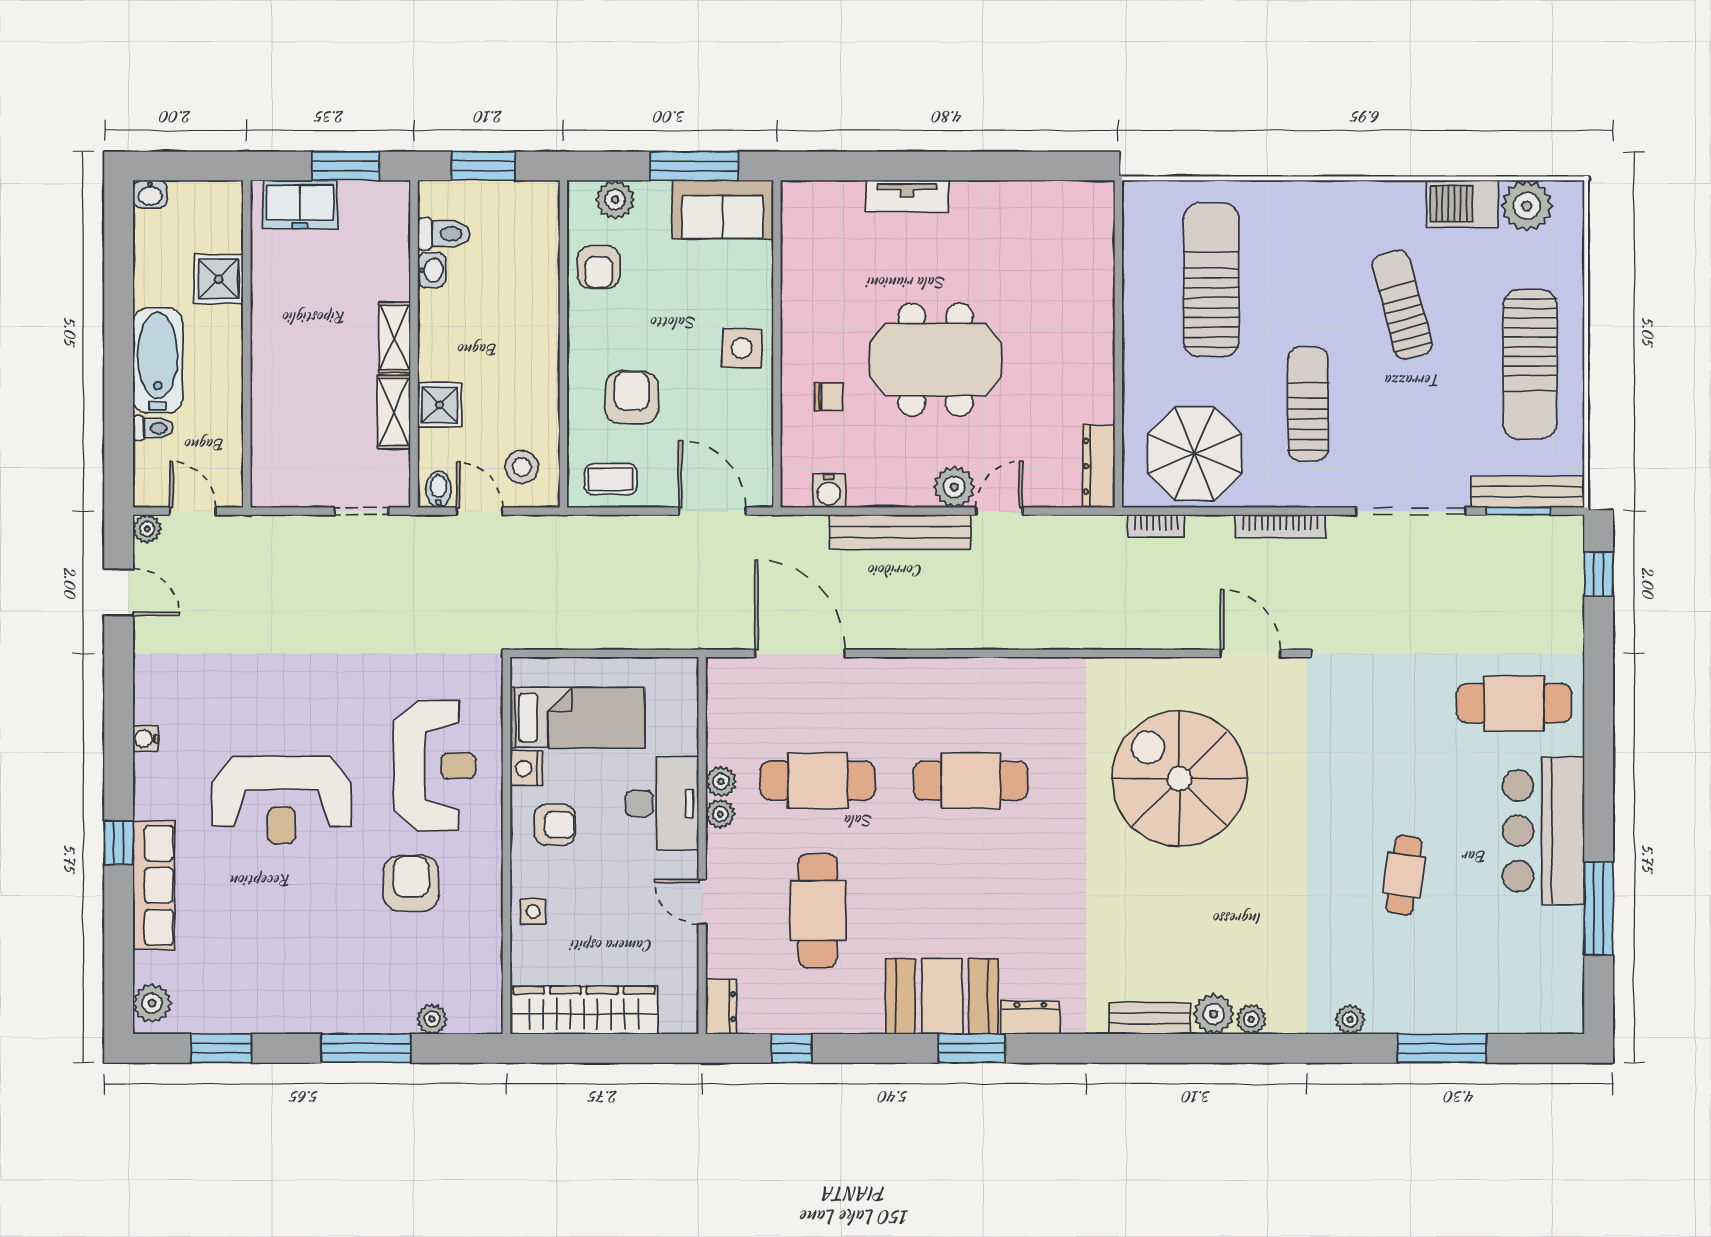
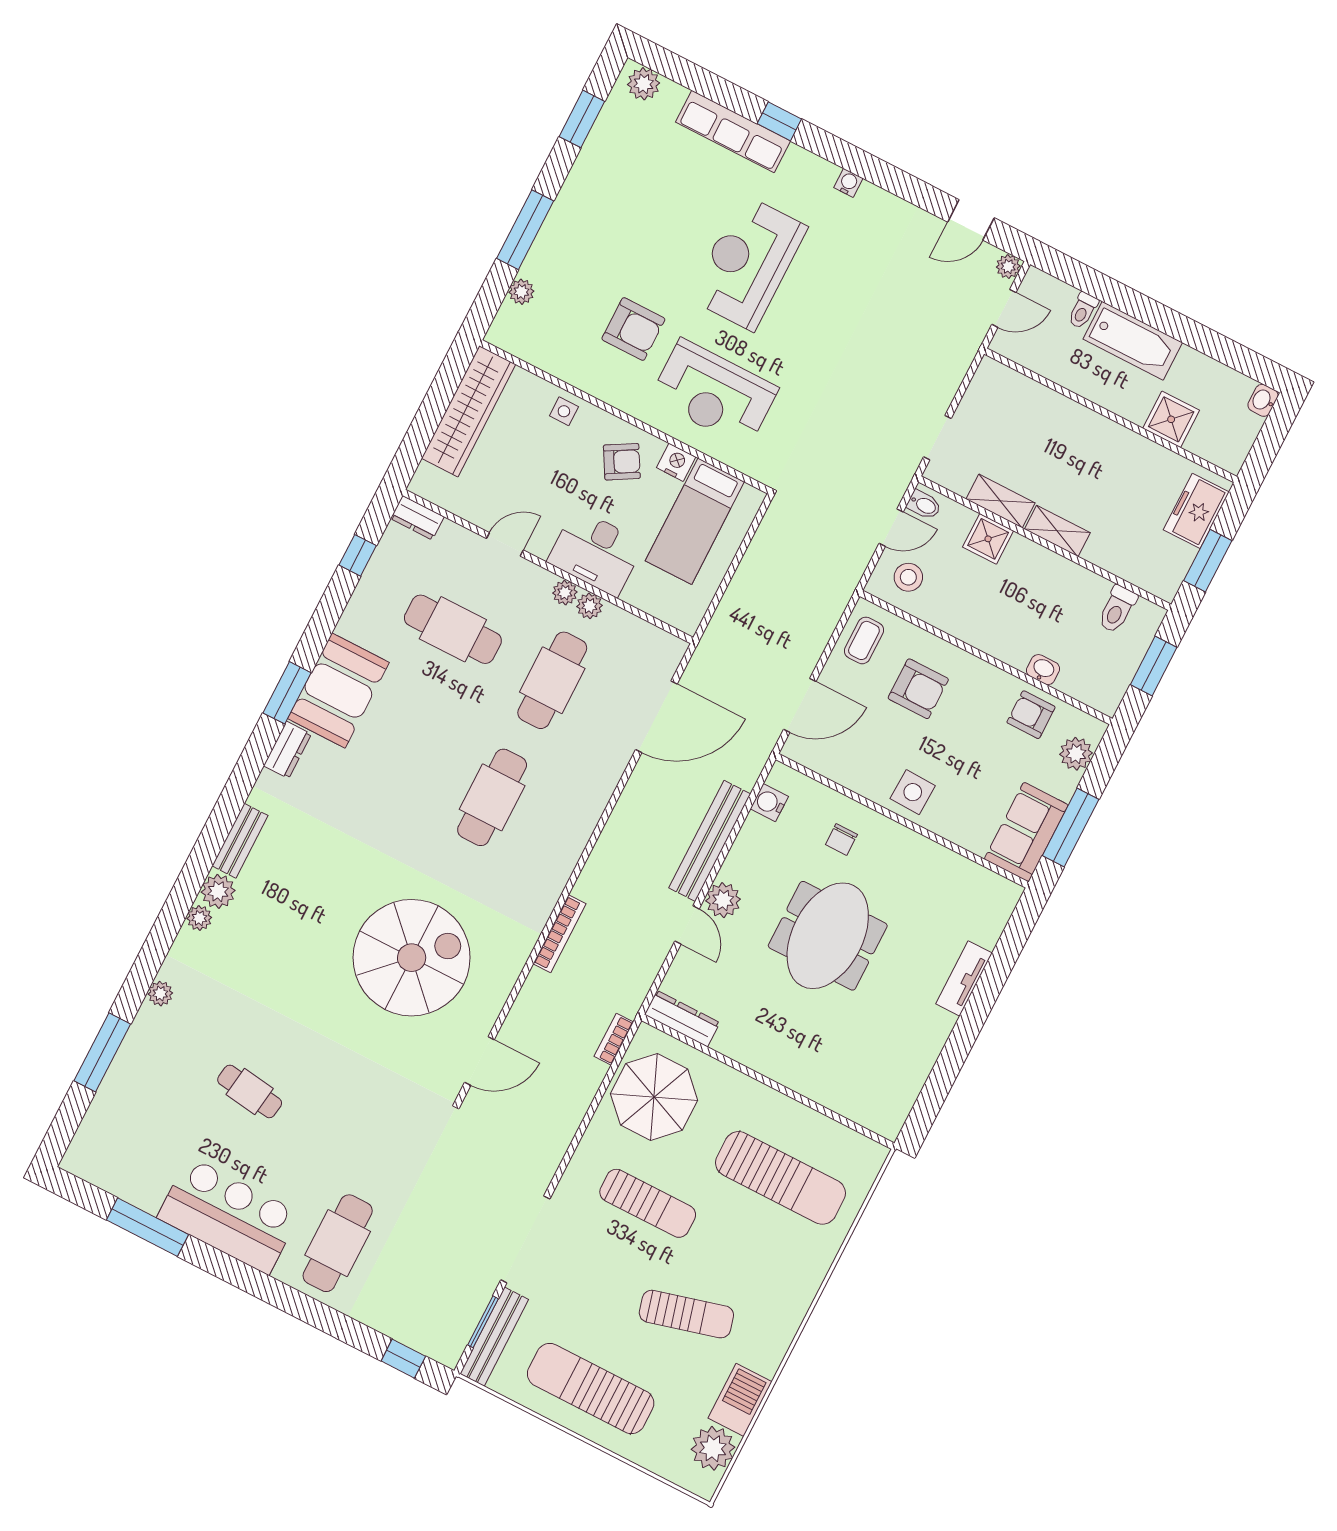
washbasin: (432, 270) -> (1043, 670), moved, turned 180
bookcase: (1280, 526) -> (560, 934), moved, turned 180
armchair: (555, 825) -> (622, 462), turned -120

